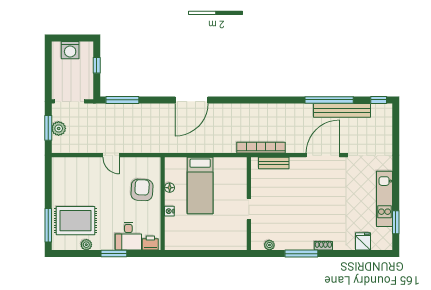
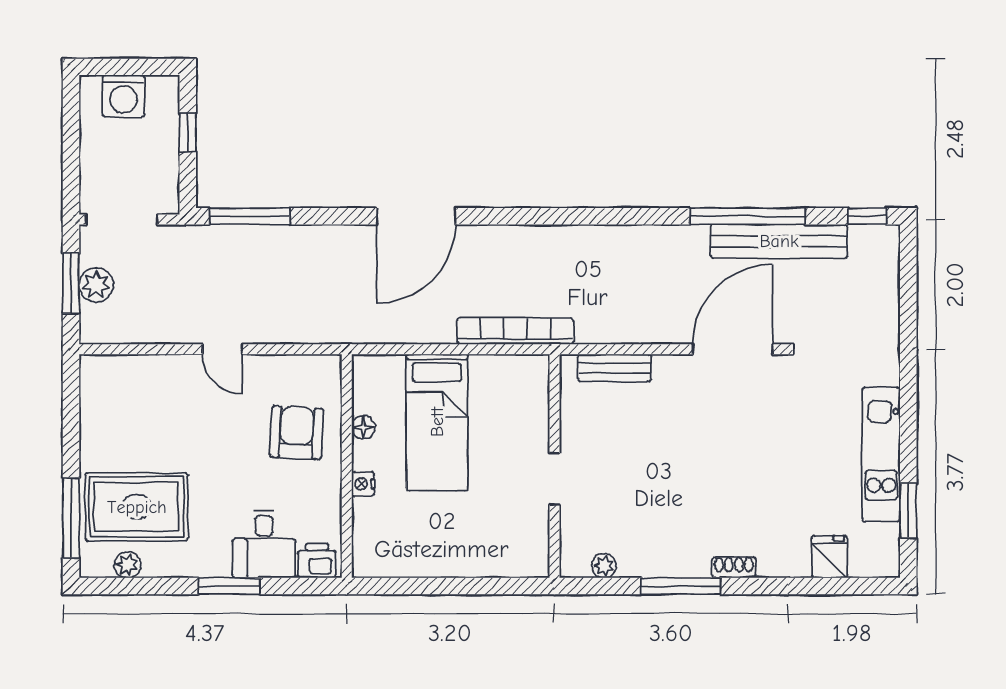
bookcase: (261, 148) -> (515, 331), moved
plant: (86, 245) -> (128, 565), moved

